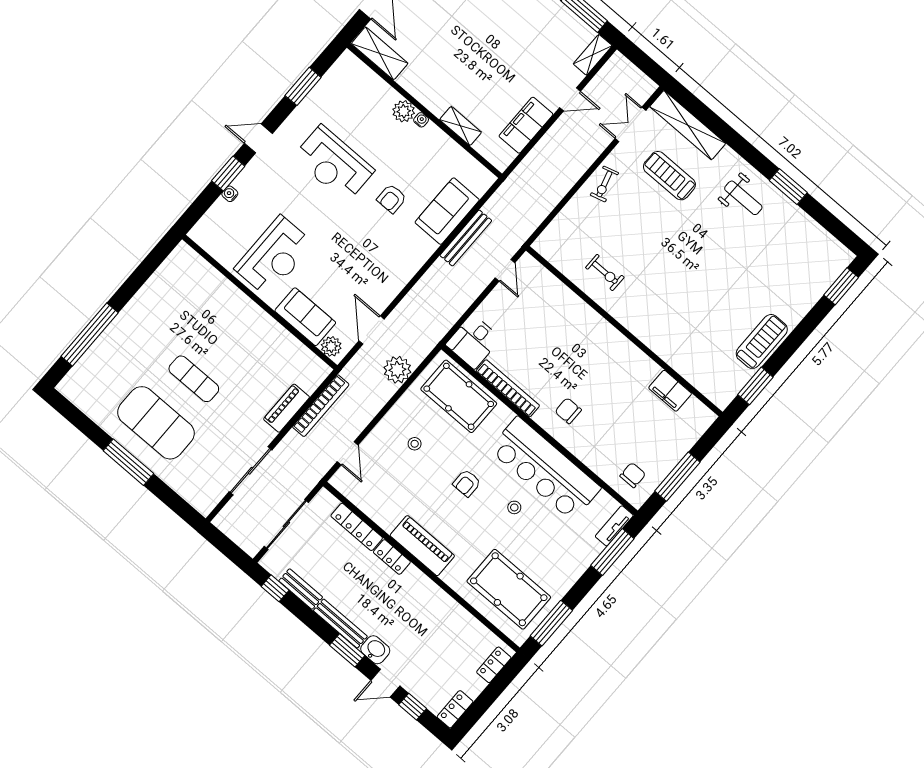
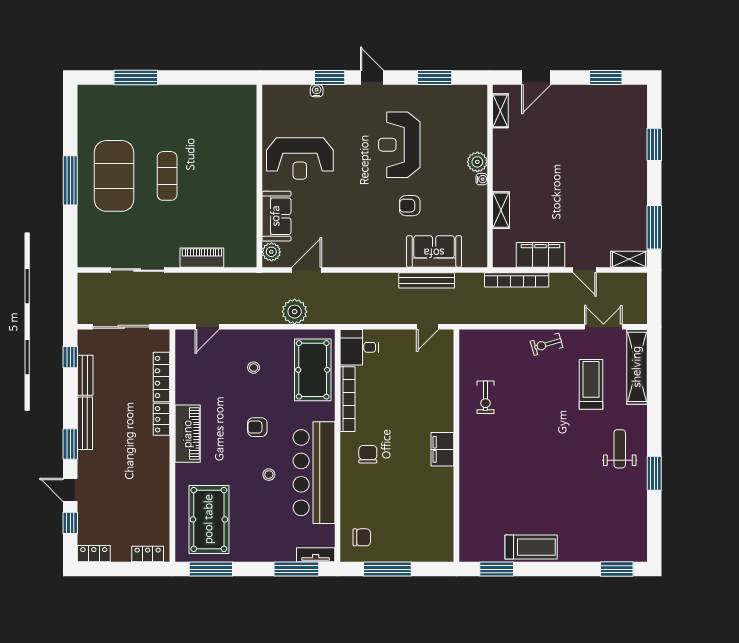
shelving: (380, 53) -> (500, 111), width x0.67, depth x0.75
weight bench: (743, 198) -> (620, 449), turned 180
window: (90, 334) -> (136, 77), width x0.68
filing cabinet: (670, 391) -> (442, 449), moved
bookcase: (321, 406) -> (517, 280), moved
washbasin: (375, 650) -> (87, 463), removed

